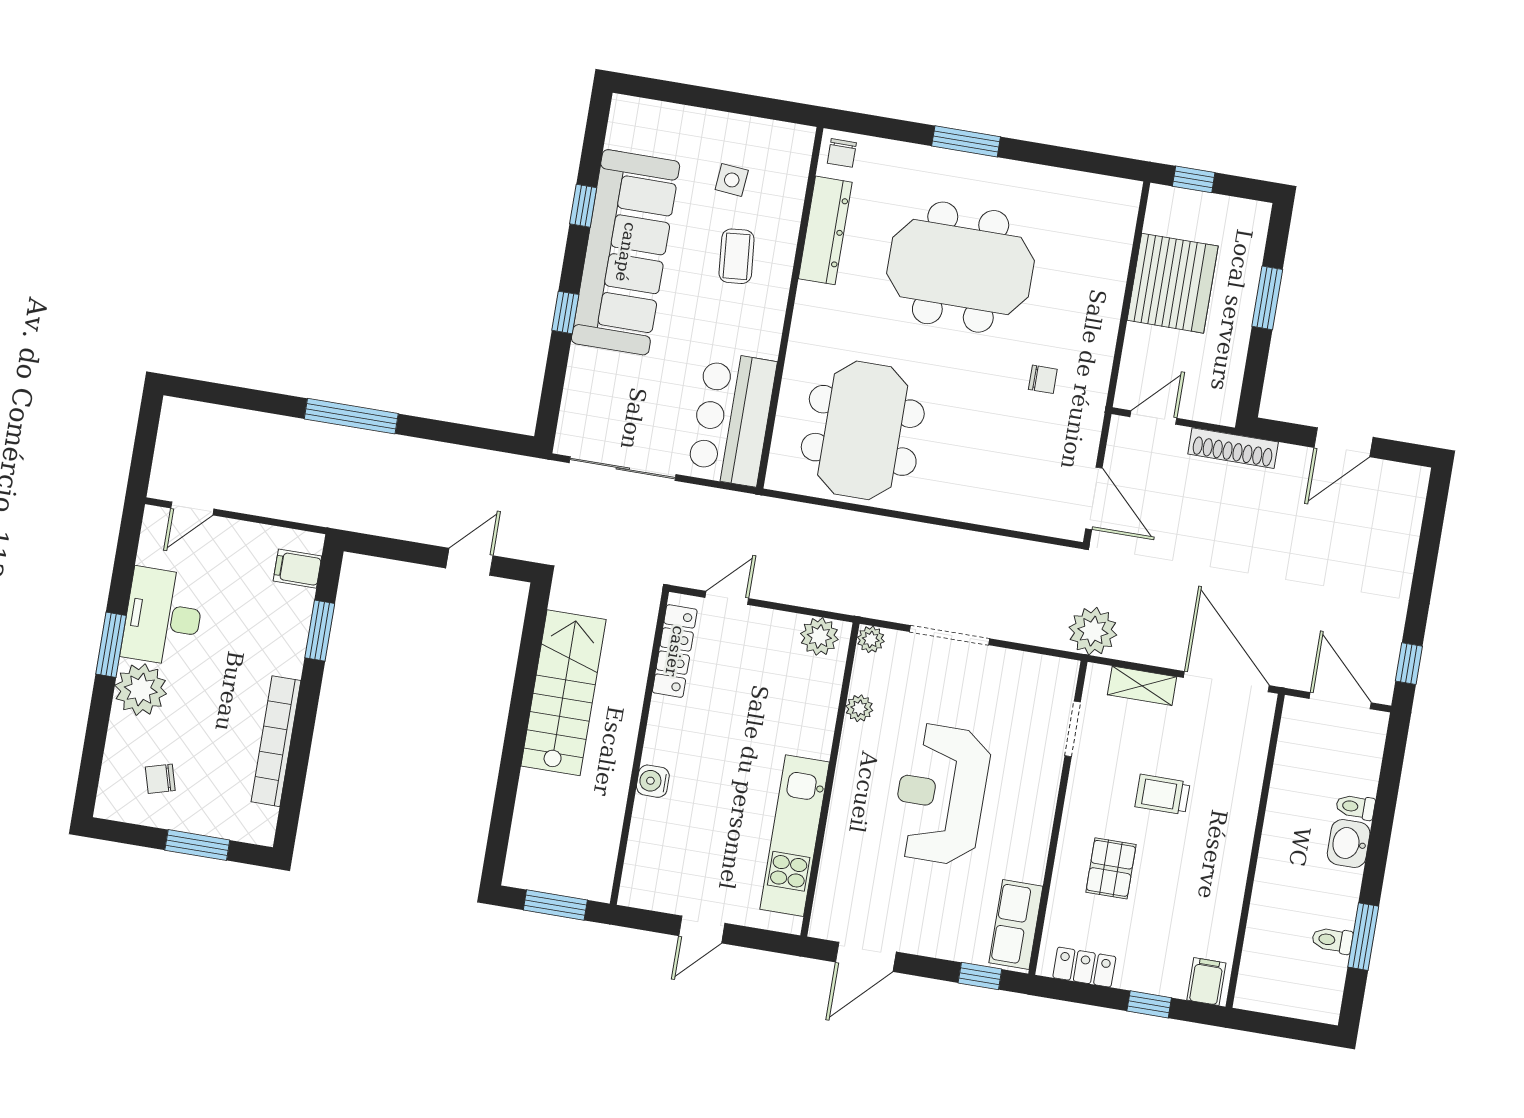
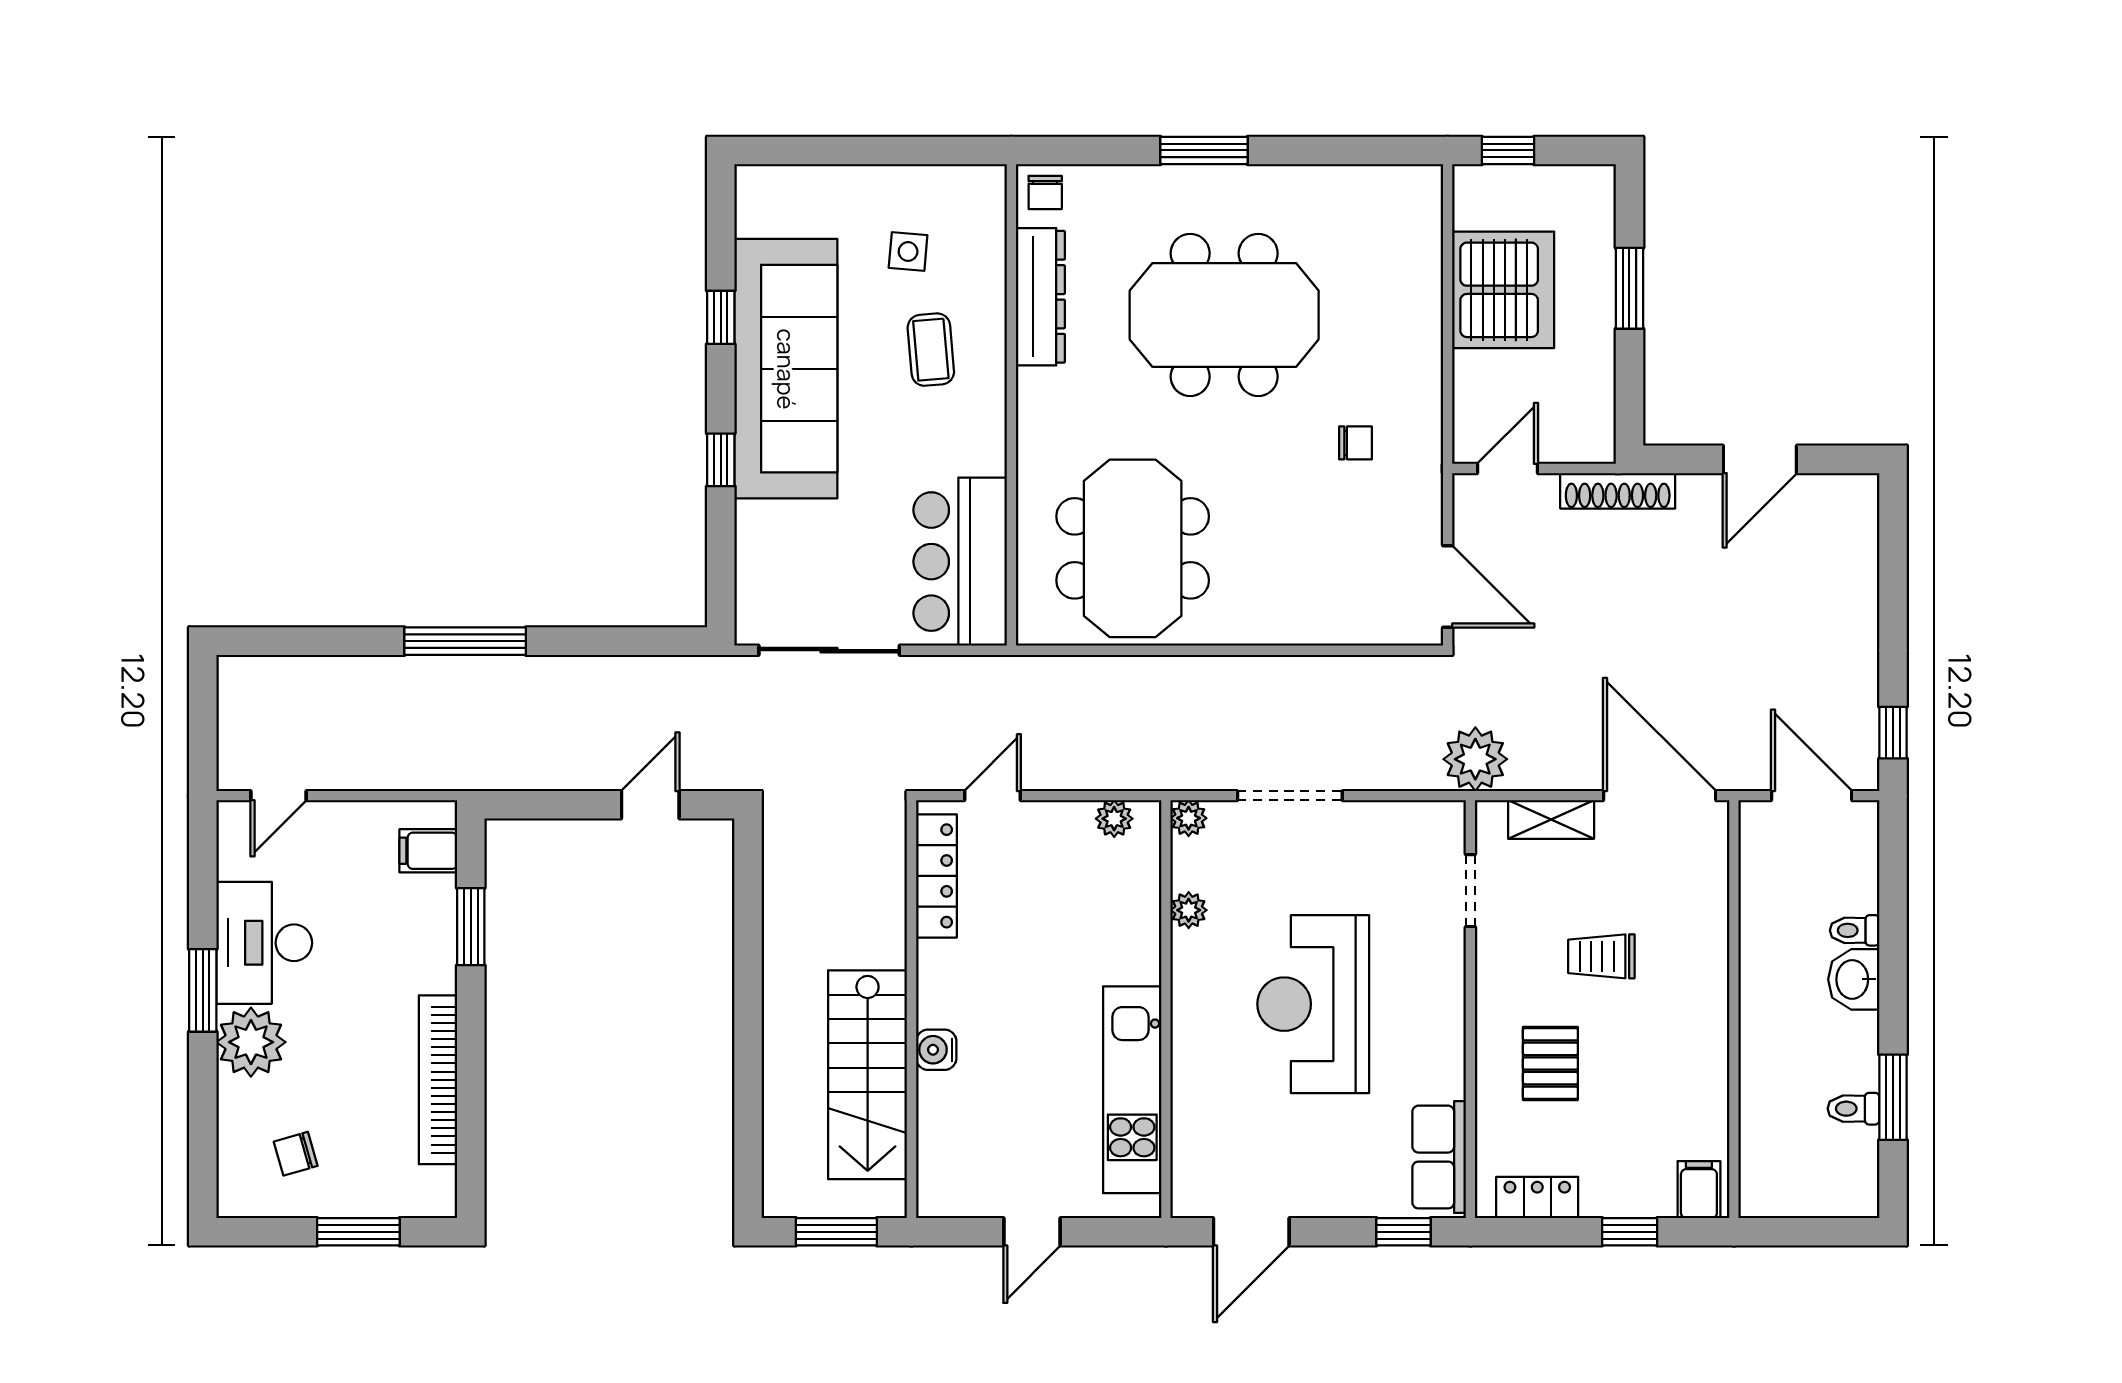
plant: (819, 636) -> (1114, 819), width x0.73, depth x0.73
stairs: (564, 693) -> (868, 1075), moved, turned 180

